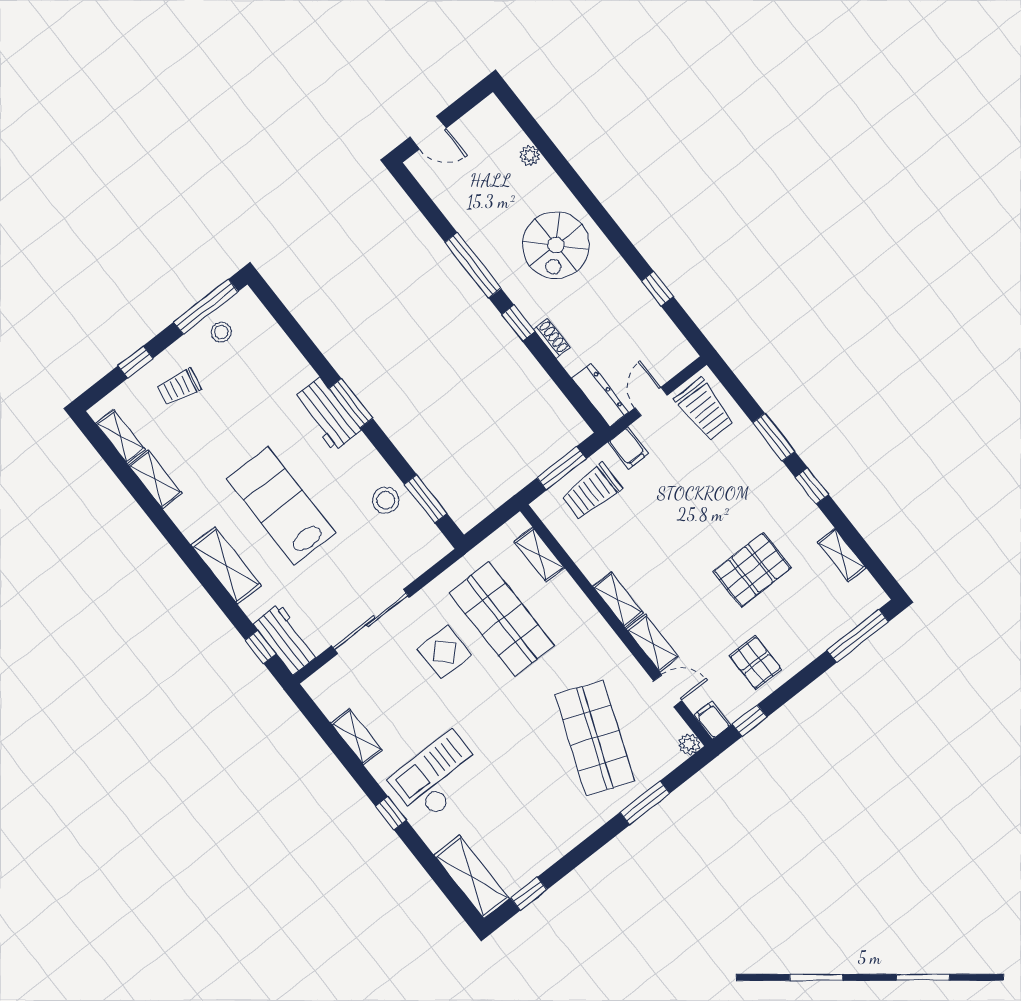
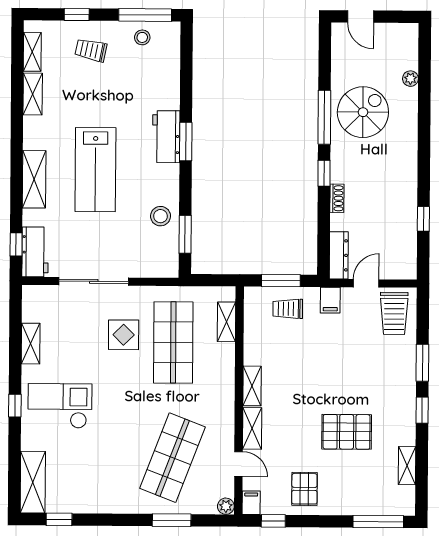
spiral stairs: (556, 245) -> (363, 112), moved, turned 180
trolley: (592, 491) -> (288, 309), width x0.73, depth x0.72
lab bench: (281, 506) -> (95, 170), turned 180

